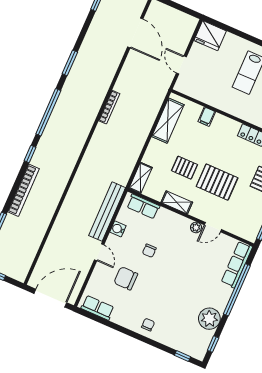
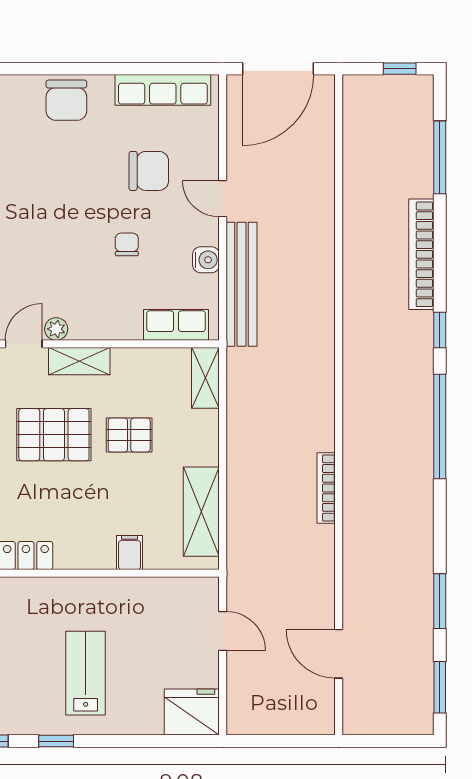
door: (135, 33) -> (339, 654), width x0.73
window: (70, 63) -> (440, 601), moved
shelving: (177, 202) -> (79, 361), moved
row of seats: (98, 308) -> (163, 90), width x1.48
chair: (148, 325) -> (66, 100), width x1.87, depth x1.87

